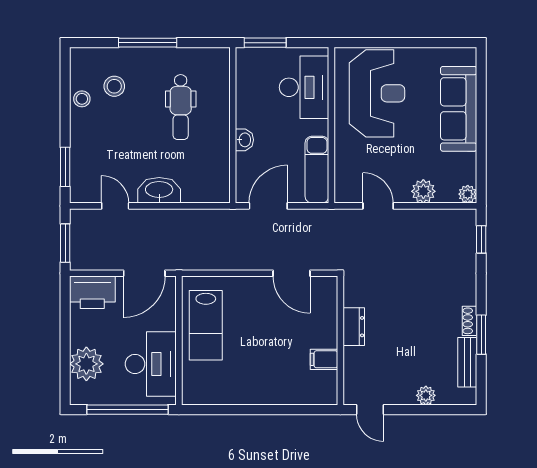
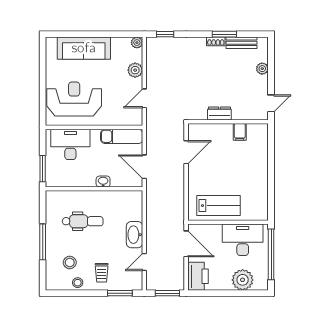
trolley: (98, 137) -> (102, 273), added

